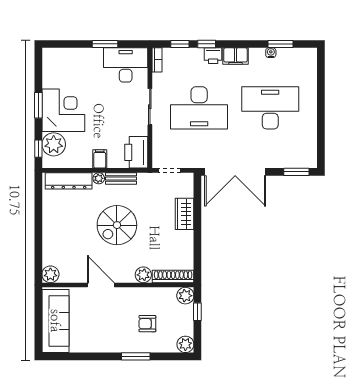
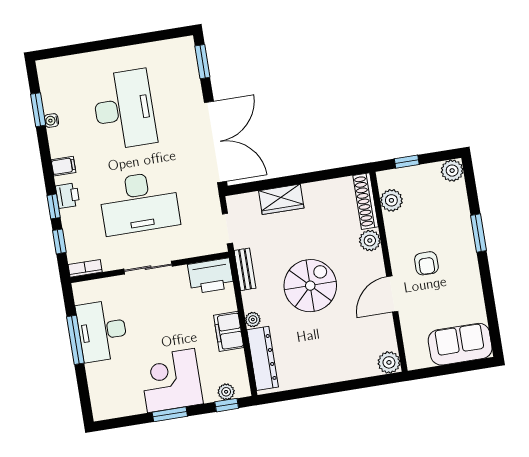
window: (105, 44) -> (75, 340), width x1.44
filing cabinet: (235, 56) -> (63, 166), width x0.50
desk: (126, 65) -> (102, 331), moved
desk: (199, 108) -> (139, 203), turned 90
desk: (270, 108) -> (124, 110), turned 180
plant: (54, 144) -> (226, 392), width x0.53, depth x0.53
filing cabinet: (100, 159) -> (229, 331), width x2.00
bench: (121, 179) -> (245, 269), moved
spiral stairs: (117, 225) -> (310, 286), turned -90
plant: (185, 296) -> (391, 200), moved
sofa: (55, 321) -> (460, 344), width x0.73
armchair: (147, 324) -> (426, 263), moved

